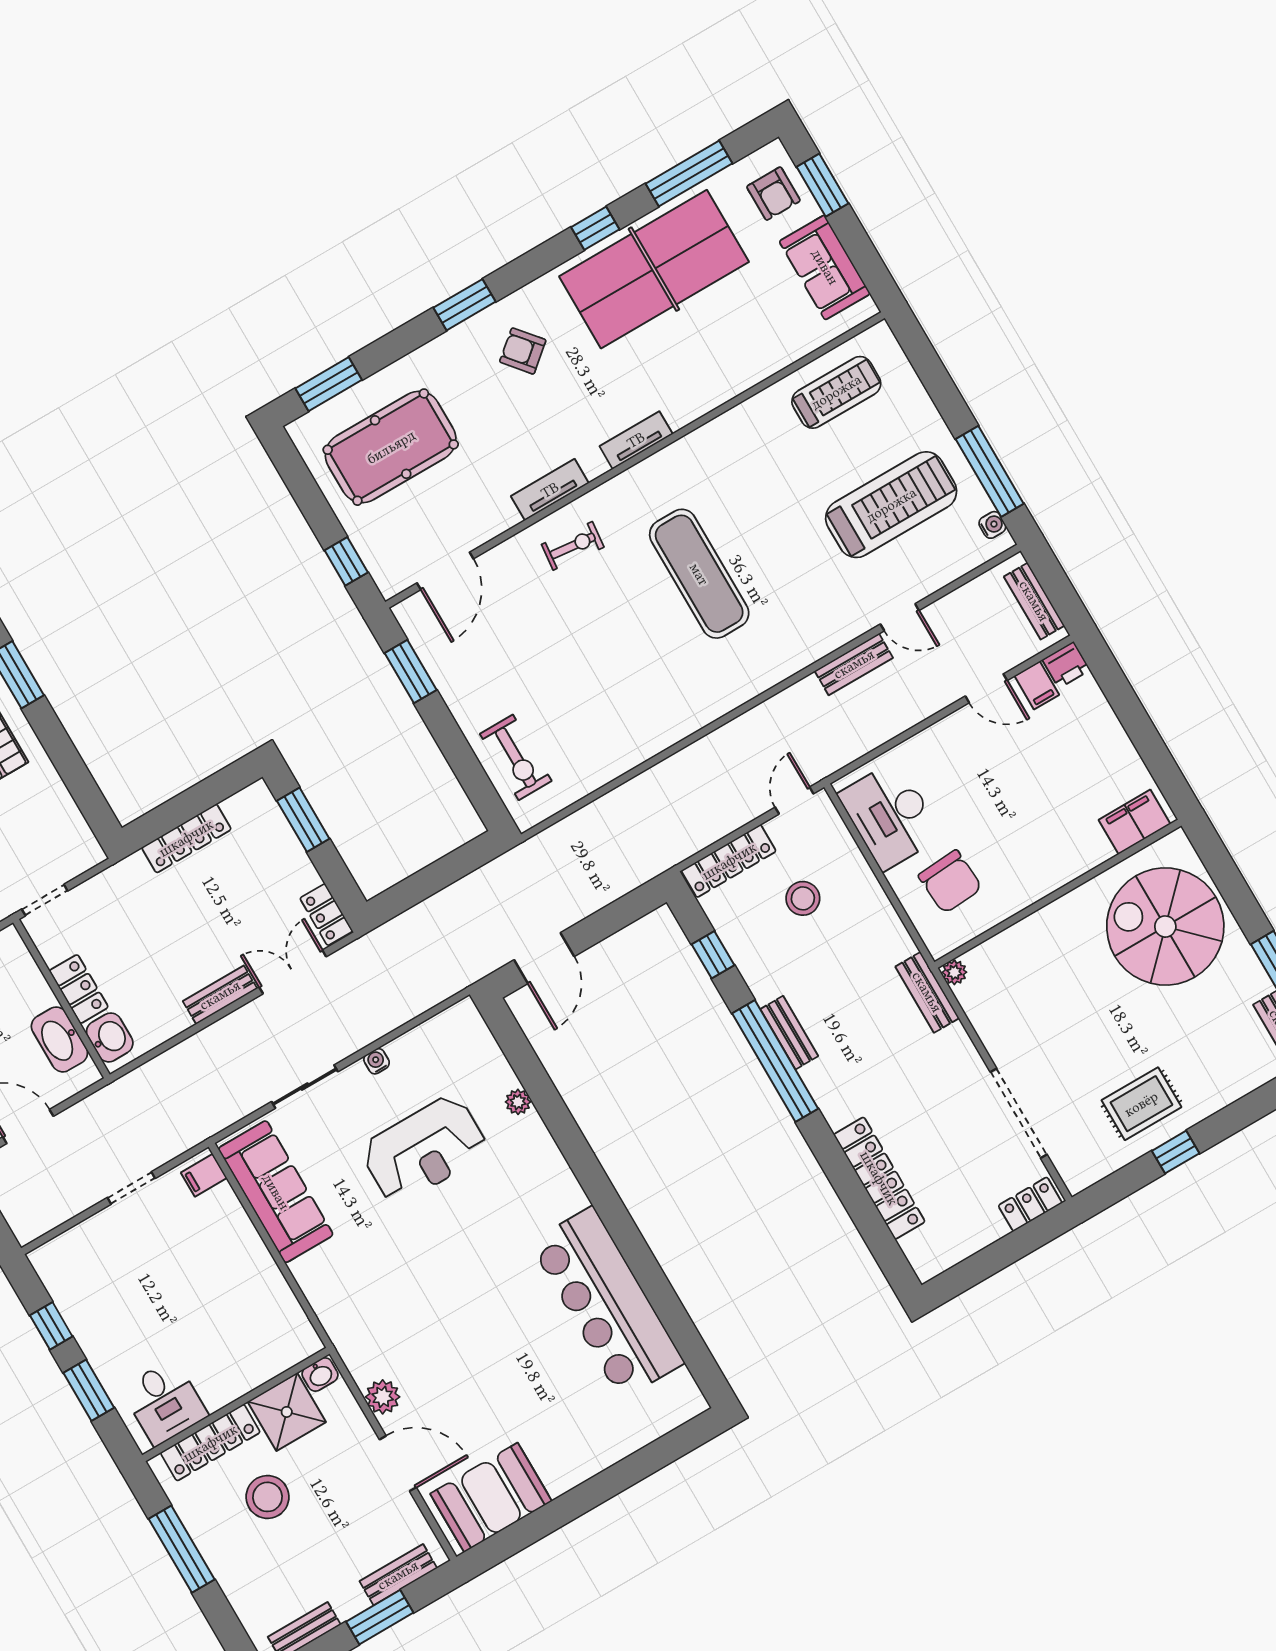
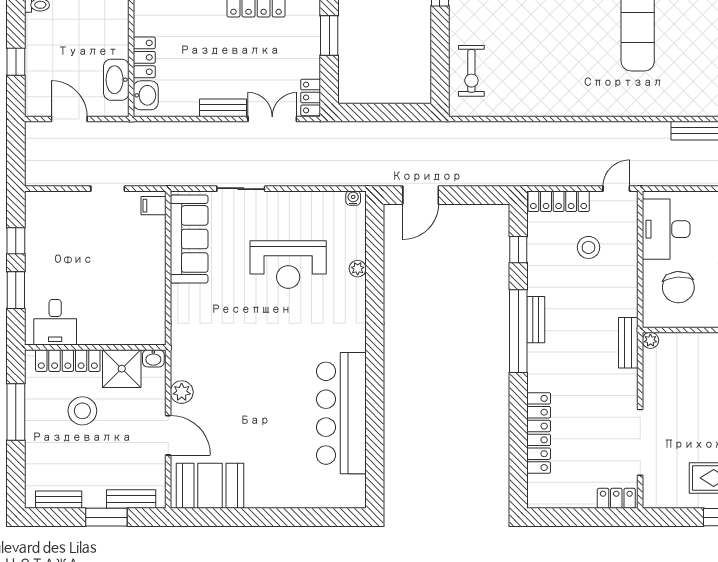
water cooler: (377, 1061) -> (353, 198), moved

